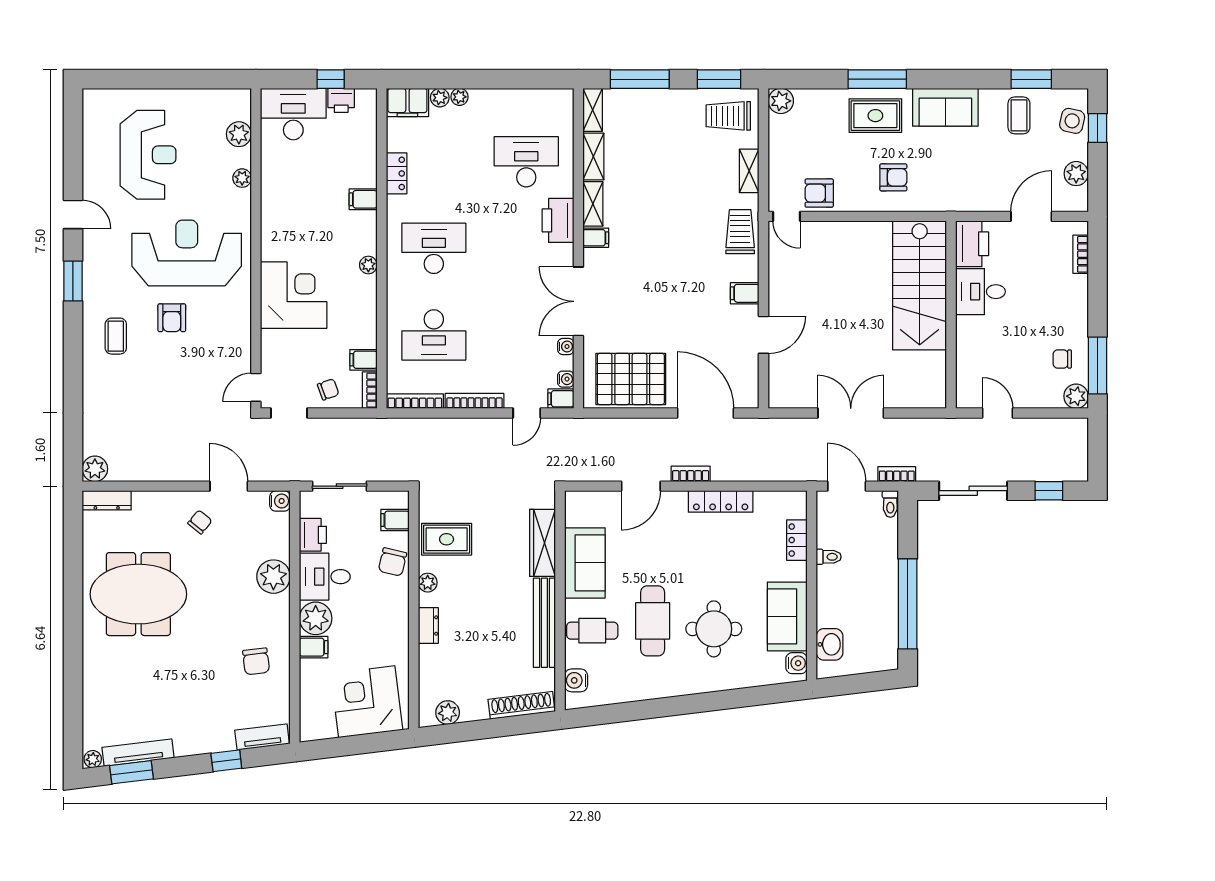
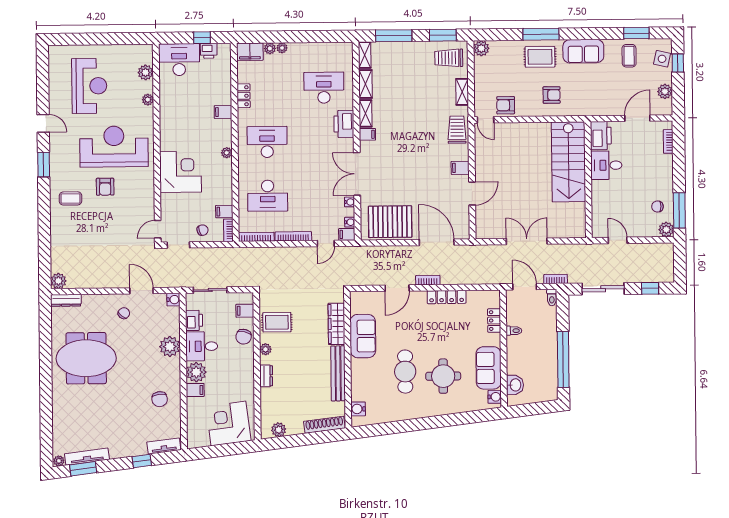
coffee table: (116, 336) -> (70, 198), turned 90
cafe table: (592, 631) -> (368, 378), removed

